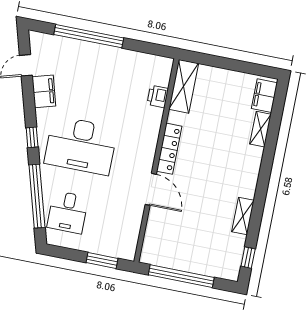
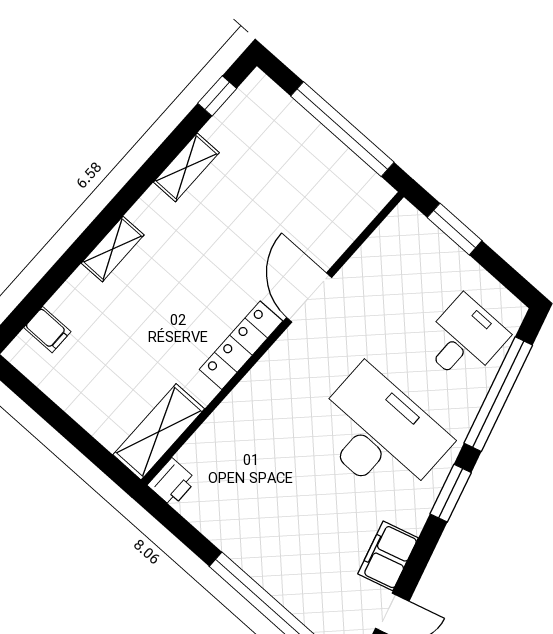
printer: (158, 96) -> (172, 483), moved
filing cabinet: (264, 96) -> (47, 330), width x0.50
shelving: (260, 129) -> (113, 249), moved
window: (32, 137) -> (451, 493), width x1.50

